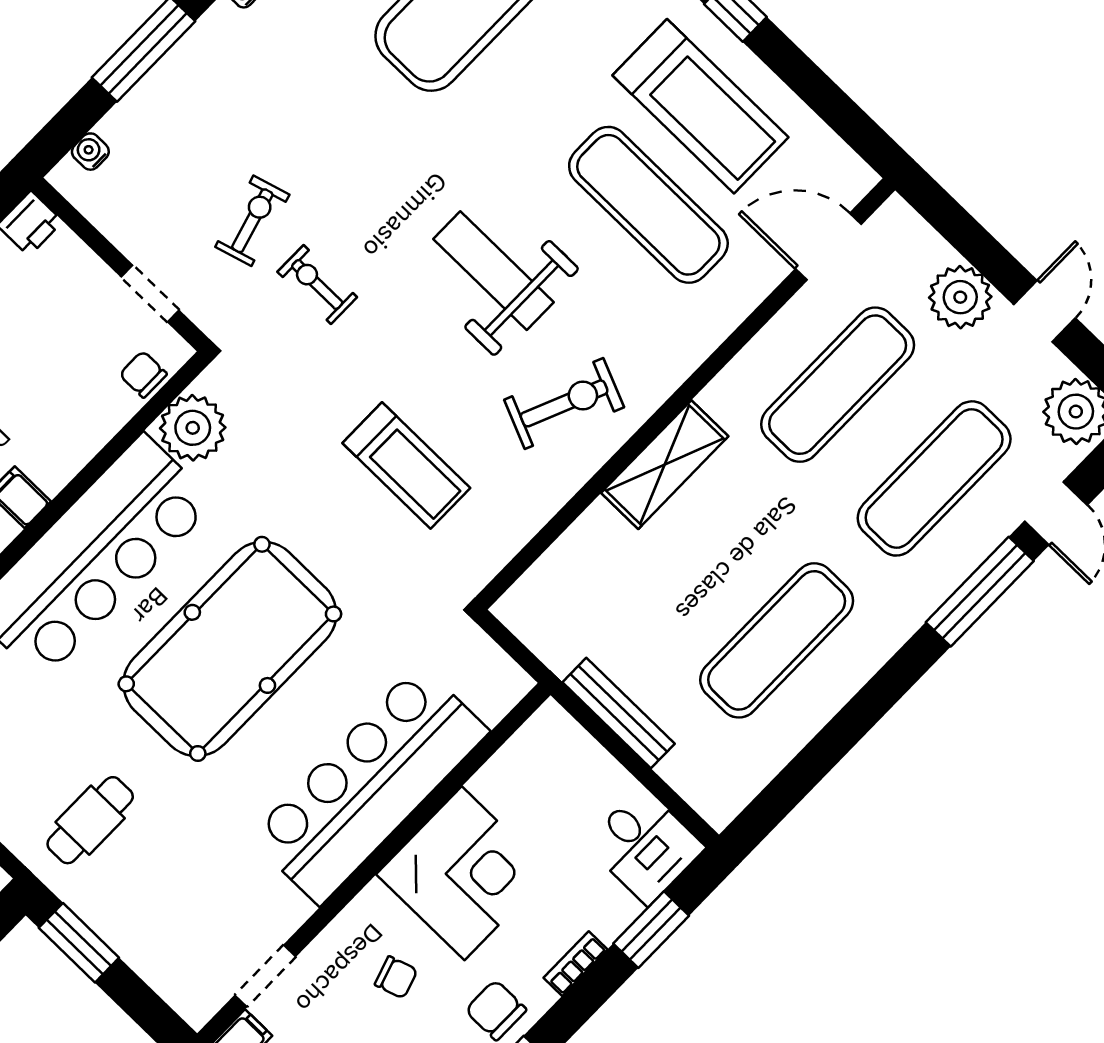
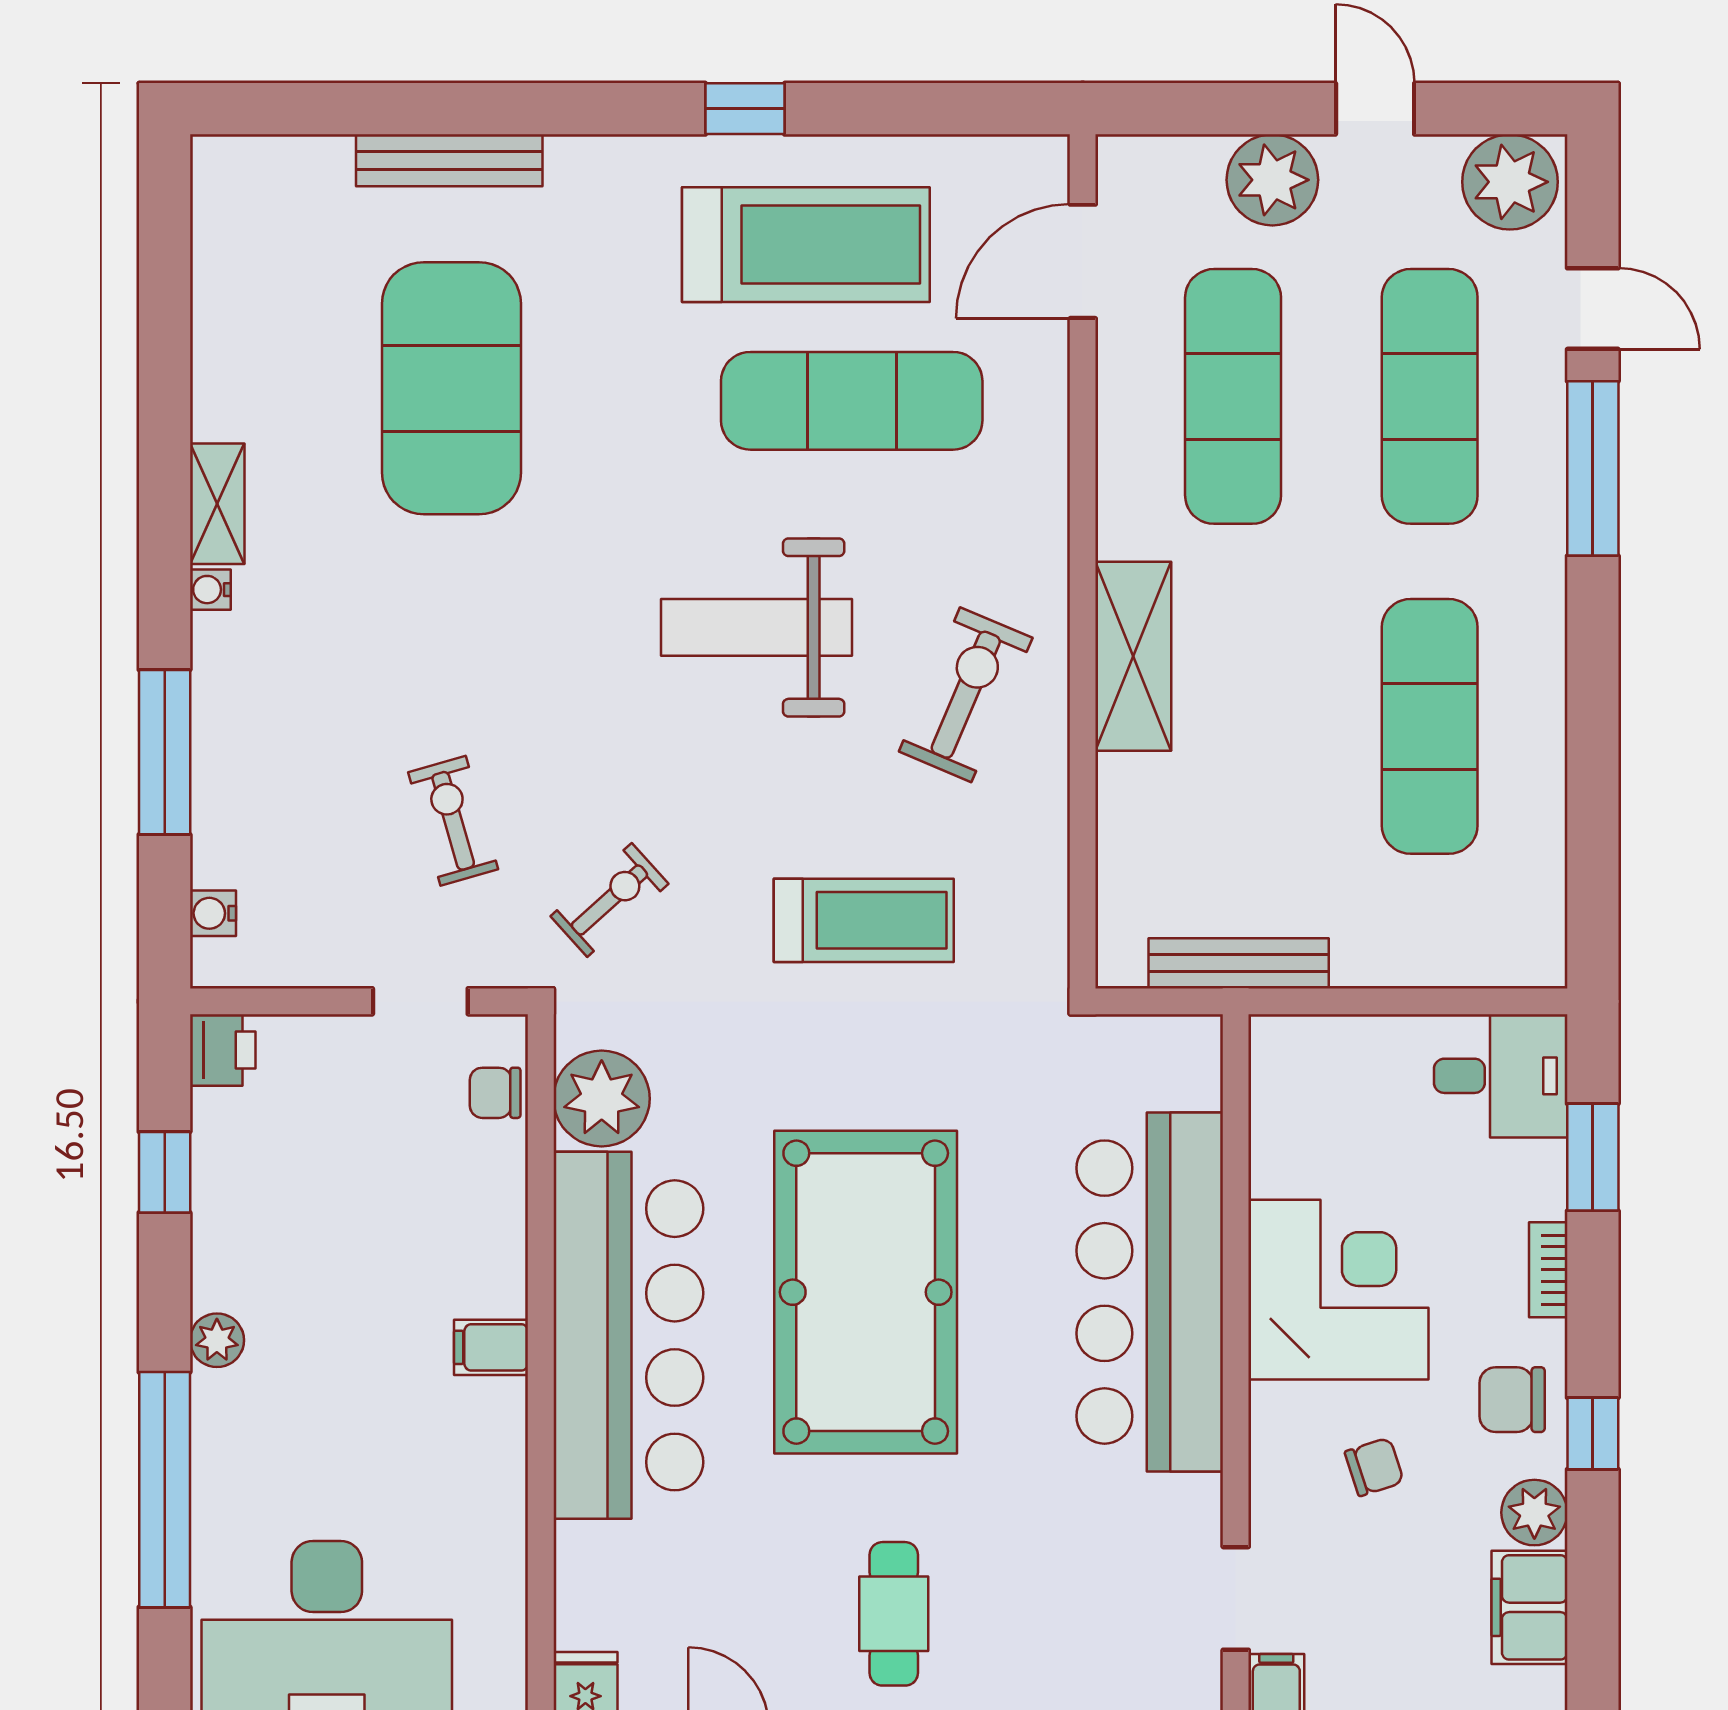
exercise bike: (317, 284) -> (609, 900), moved, turned 138
bench: (619, 713) -> (1239, 963), moved

